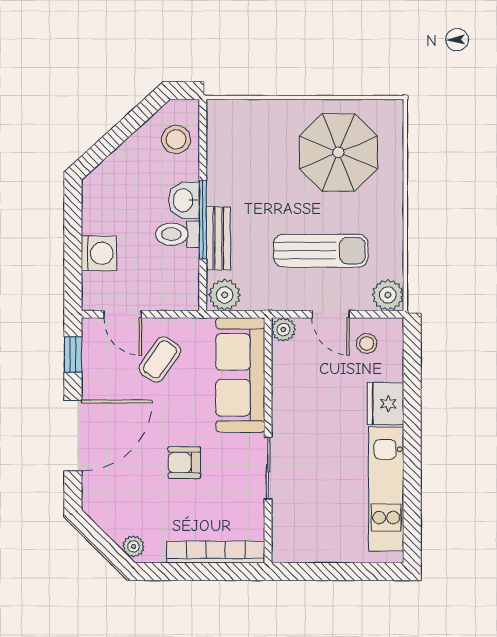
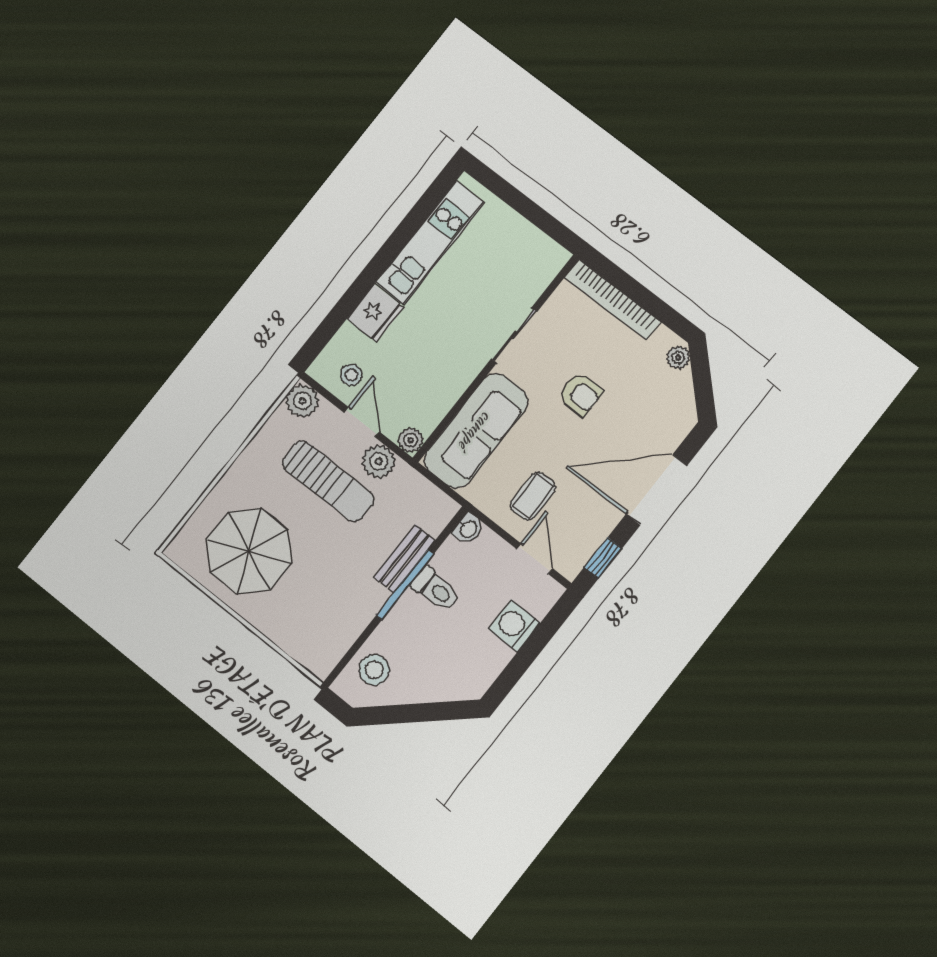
washbasin: (184, 200) -> (468, 529), moved, width x0.72, depth x0.69
sun lounger: (321, 251) -> (328, 481), turned 180
plant: (225, 295) -> (379, 461), moved
coffee table: (160, 359) -> (533, 496), turned -35

